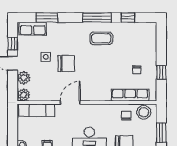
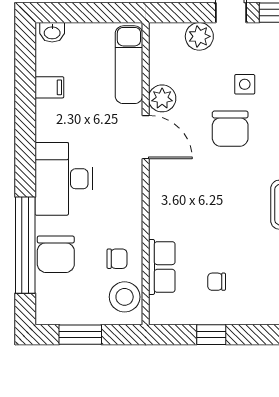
plant: (24, 95) -> (162, 98), moved
row of seats: (130, 95) -> (162, 267), width x0.68

